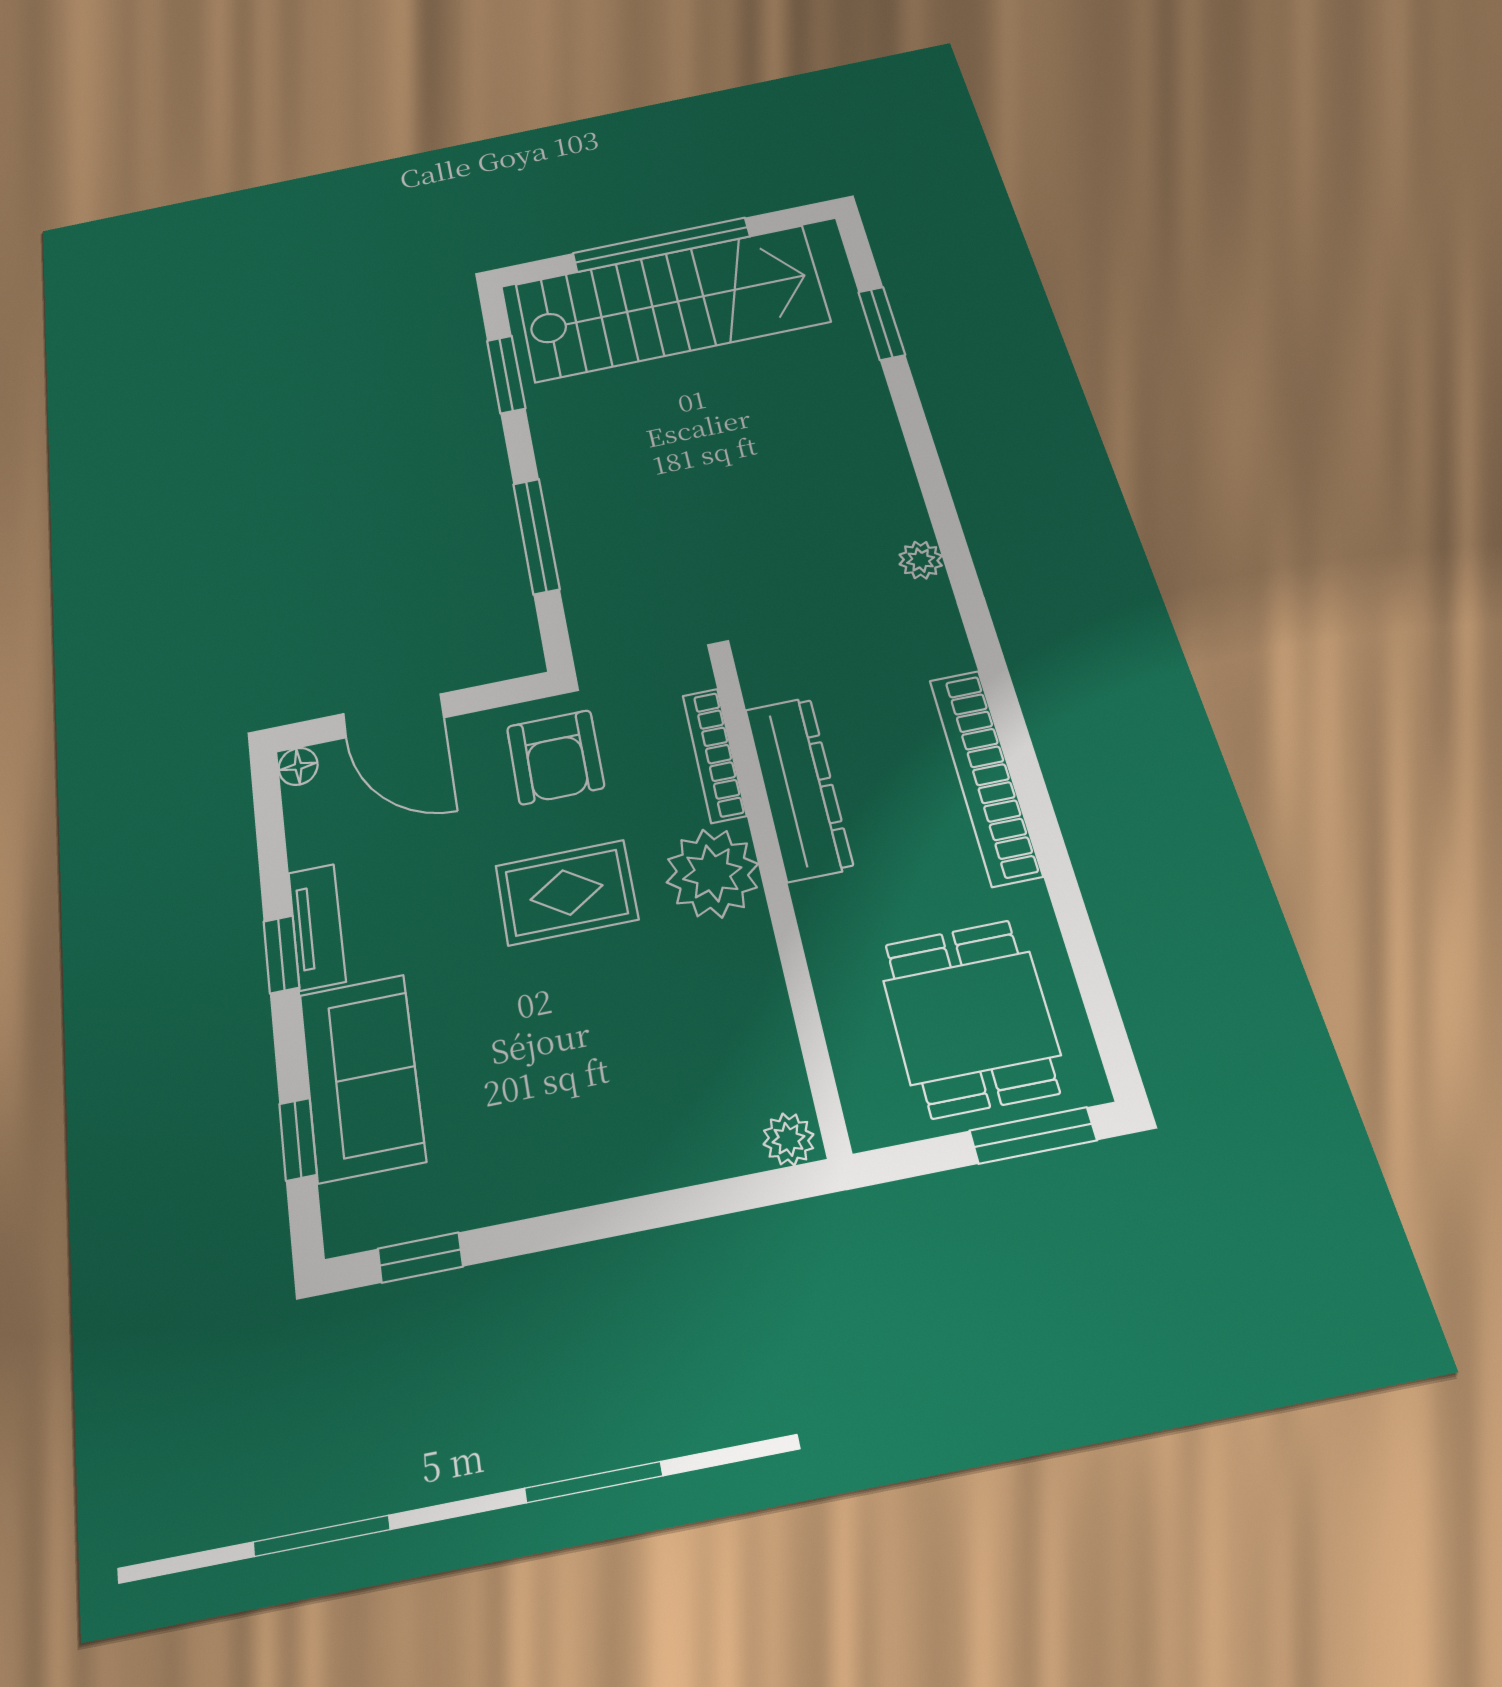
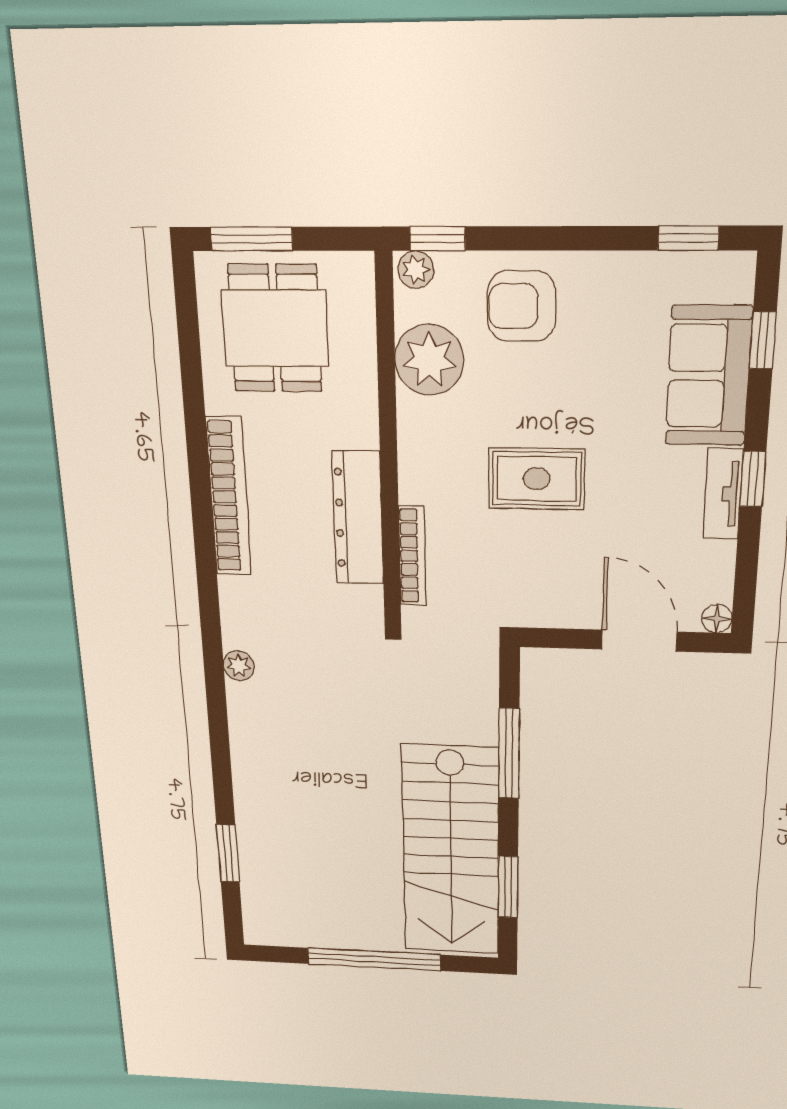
stairs: (671, 303) -> (451, 851), moved, turned -90
armchair: (555, 757) -> (521, 306), moved, turned -90
plant: (712, 873) -> (429, 360), moved
window: (767, 1189) -> (438, 239), added

